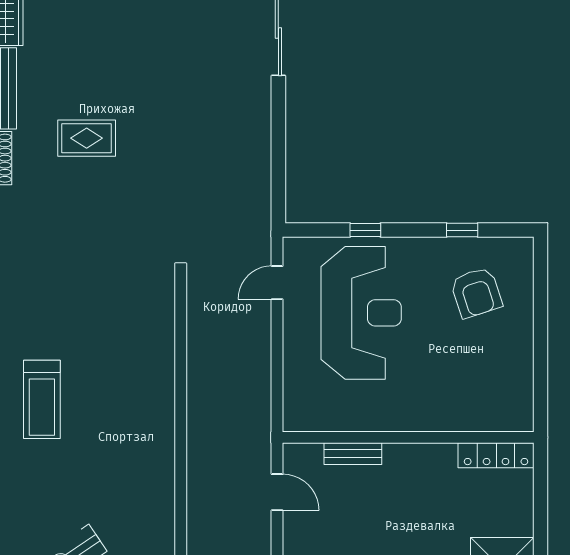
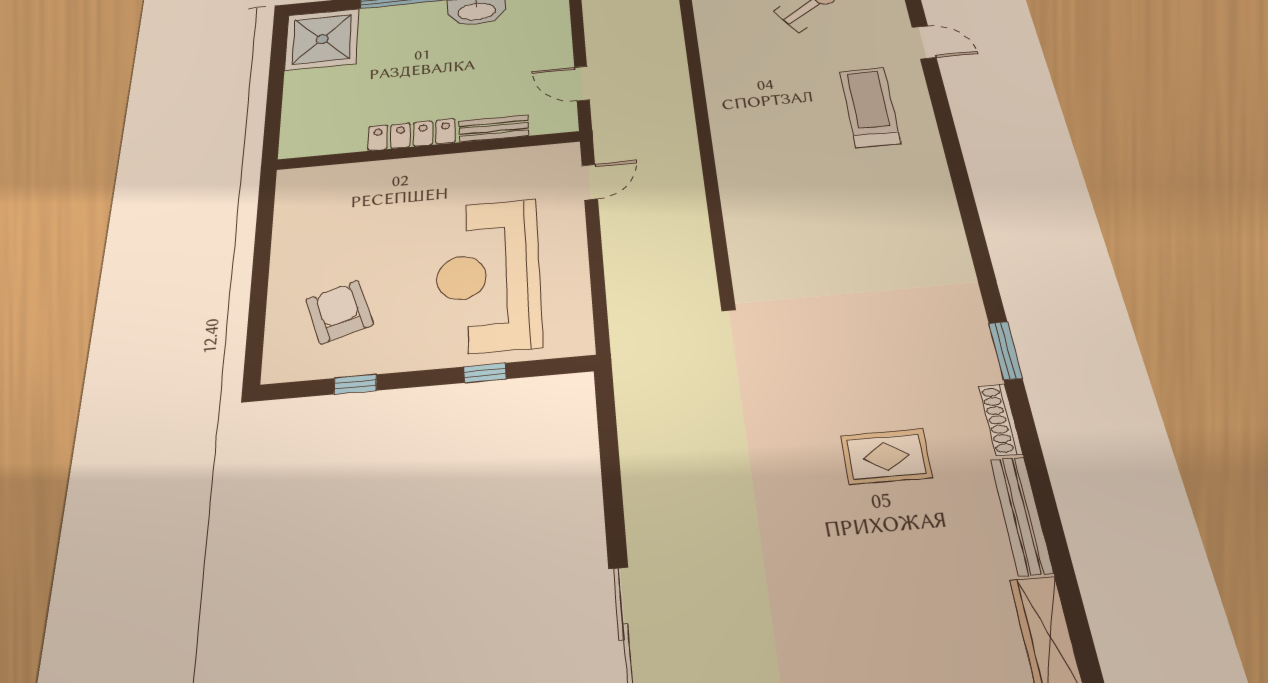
door: (277, 283) -> (590, 182), moved
treadmill: (42, 399) -> (870, 107), moved
locker: (496, 455) -> (412, 135), moved

